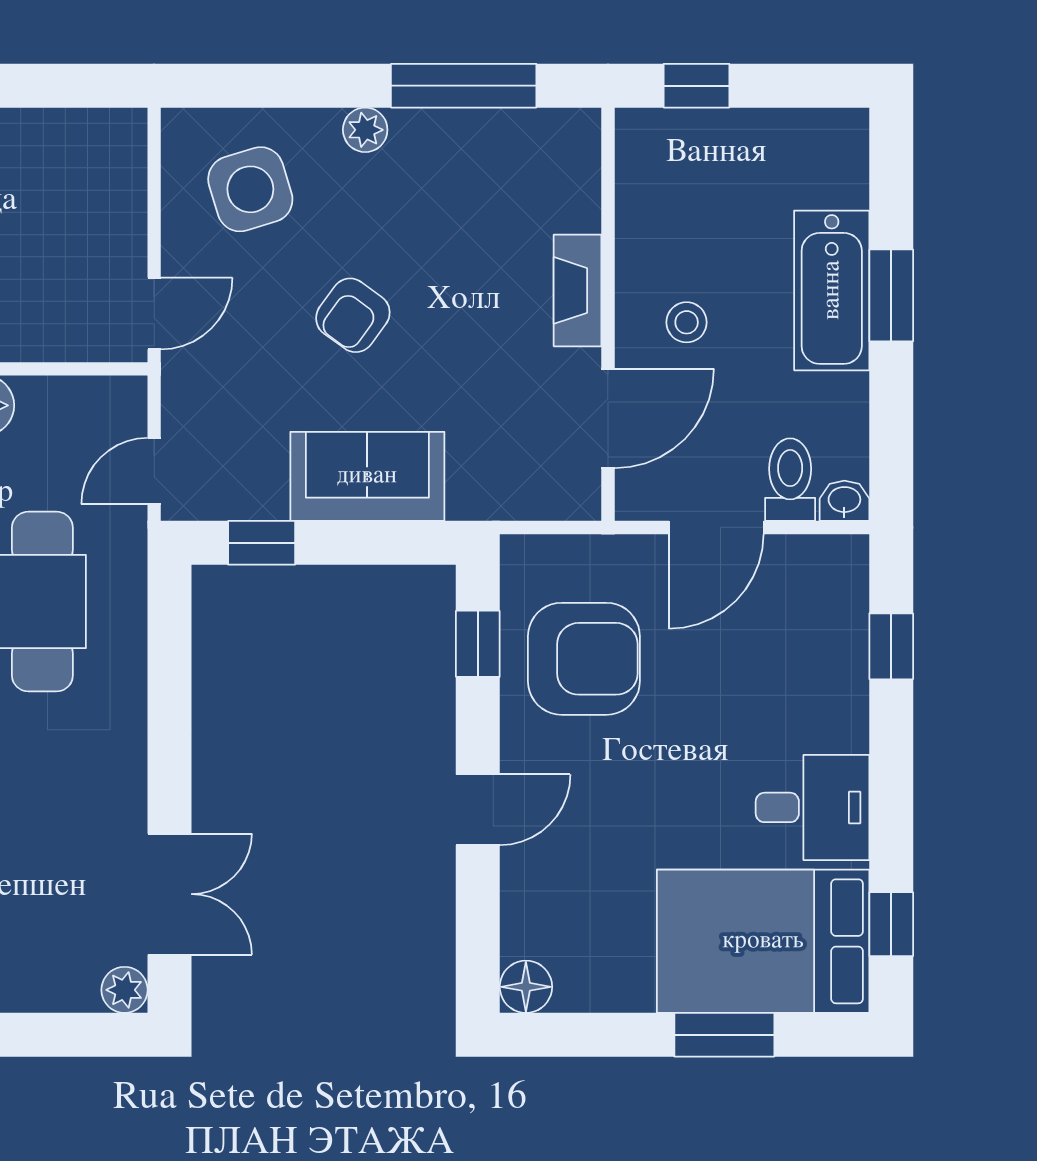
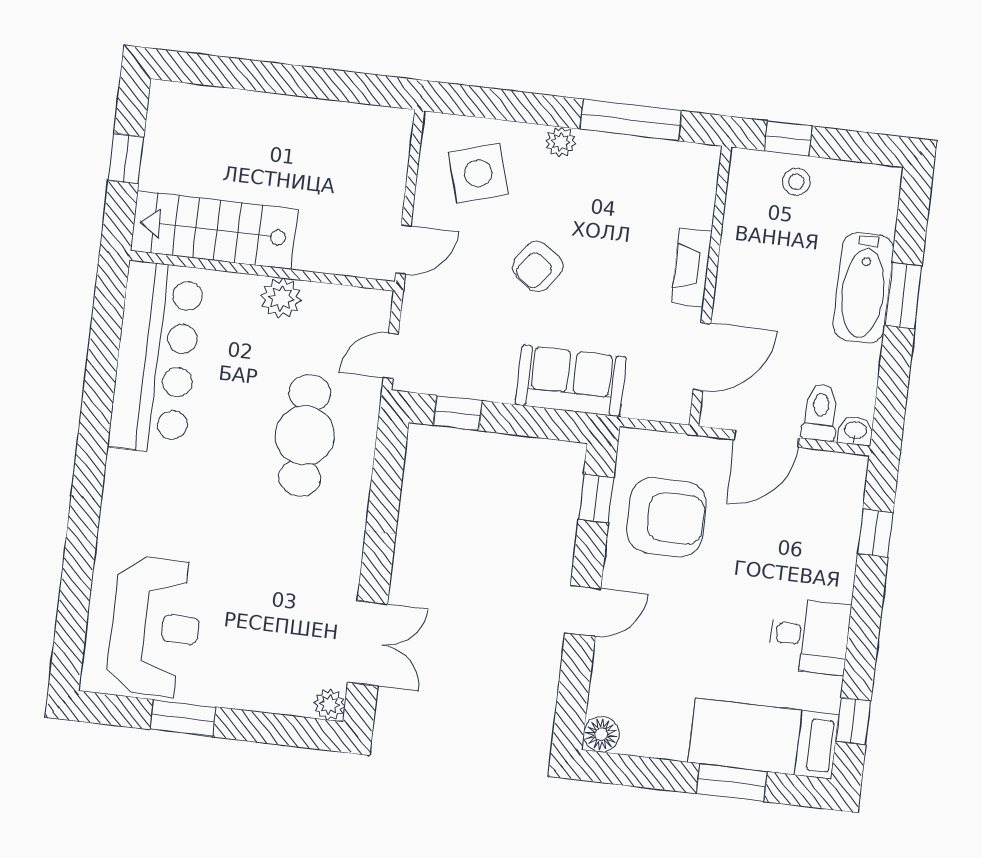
stool: (687, 322) -> (796, 182), moved
sofa: (367, 476) -> (571, 381), moved
bed: (763, 941) -> (763, 739), width x0.67

